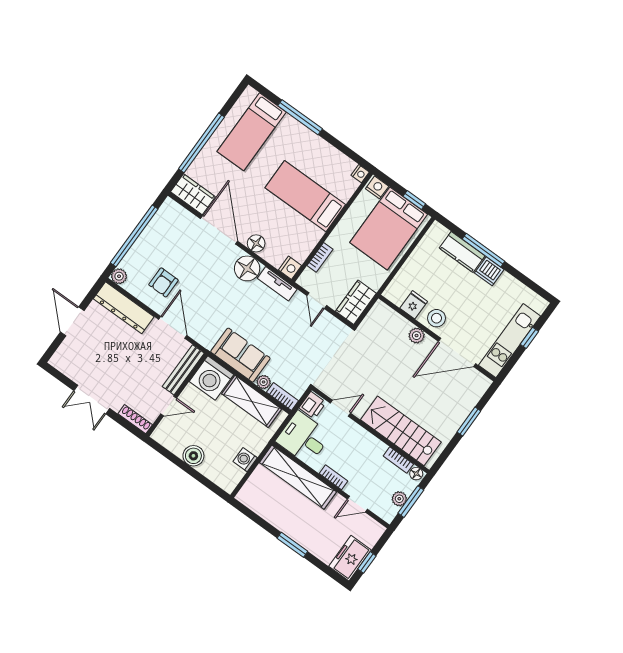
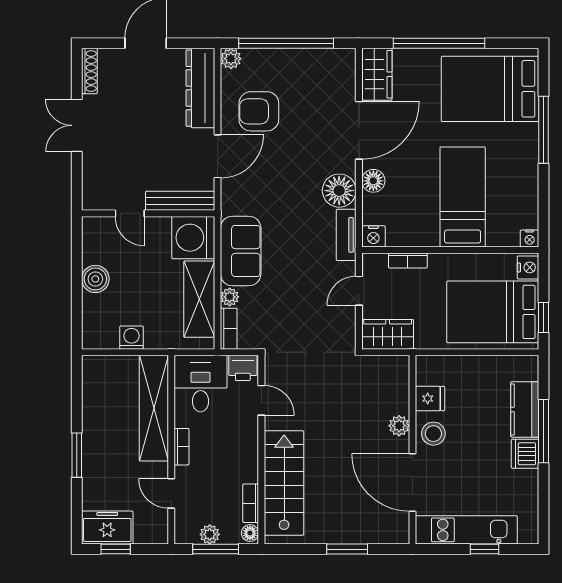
bed: (252, 132) -> (490, 89), width x1.50
armchair: (163, 282) -> (259, 111), width x1.38, depth x1.38
shoe rack: (135, 419) -> (89, 71), moved

